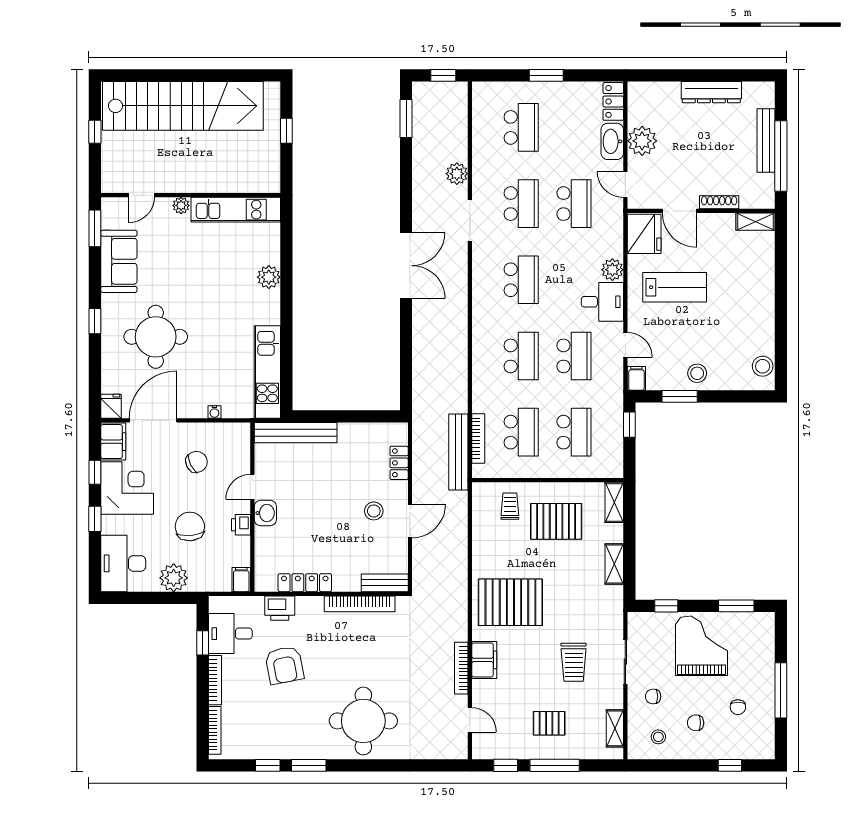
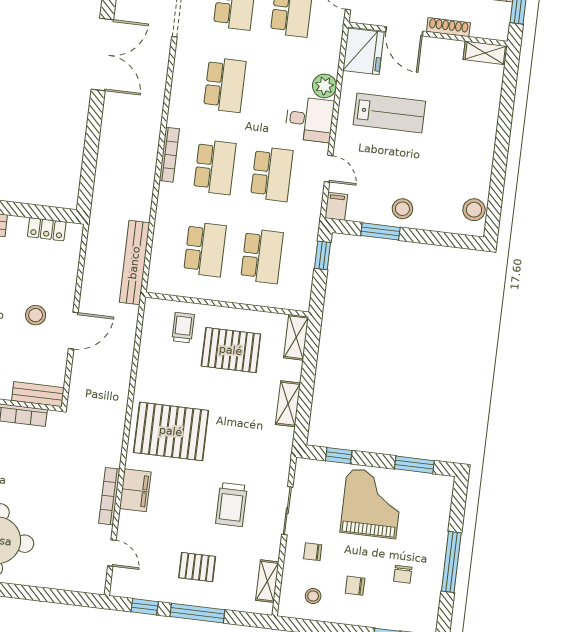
bookcase: (478, 438) -> (169, 155), moved
locker: (399, 463) -> (47, 229), moved, turned -90

